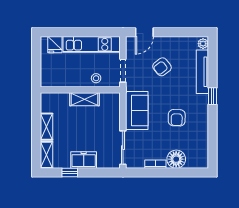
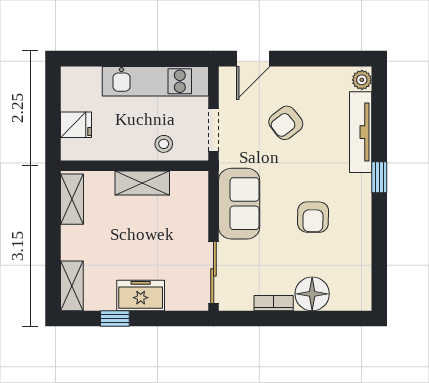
fridge: (55, 45) -> (76, 125), moved, turned -90
shelving: (47, 127) -> (72, 199), moved

